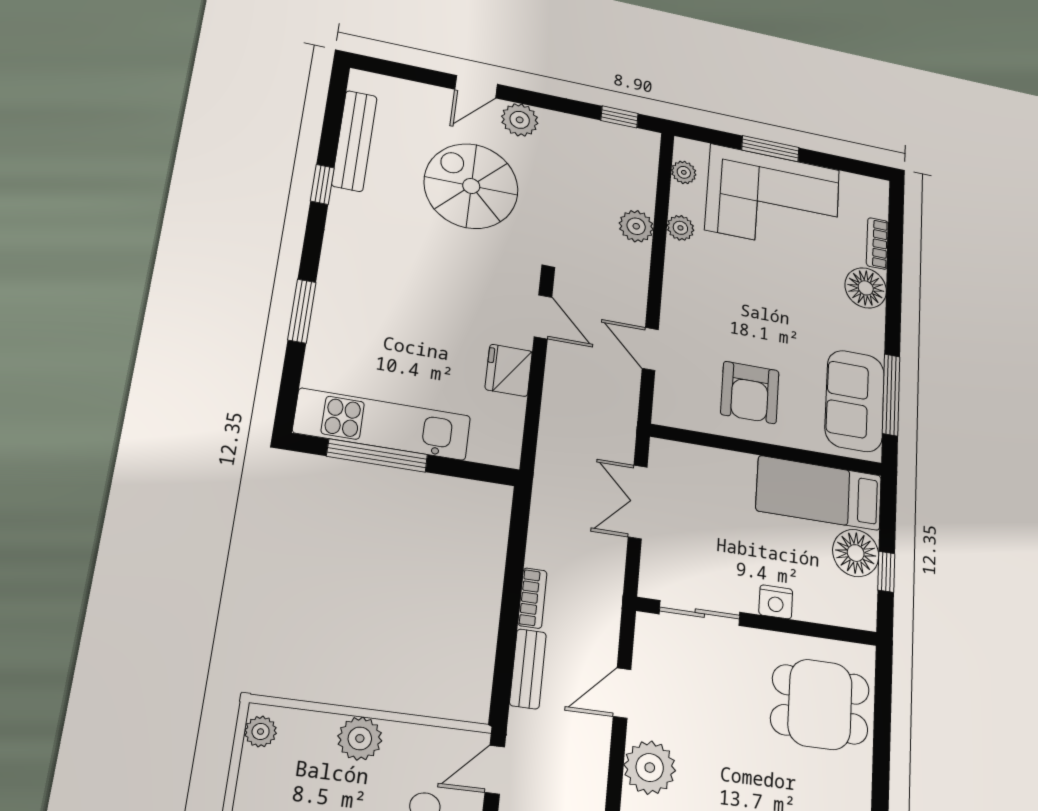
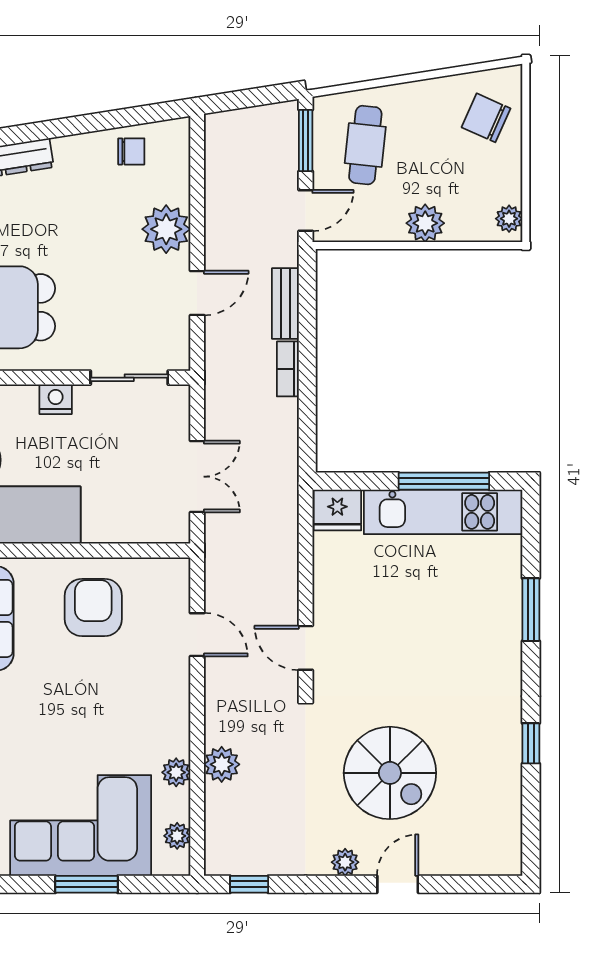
plant: (520, 120) -> (345, 862), width x0.73, depth x0.73
bench: (354, 141) -> (507, 797), removed
fridge: (509, 370) -> (337, 510), moved, turned 90

